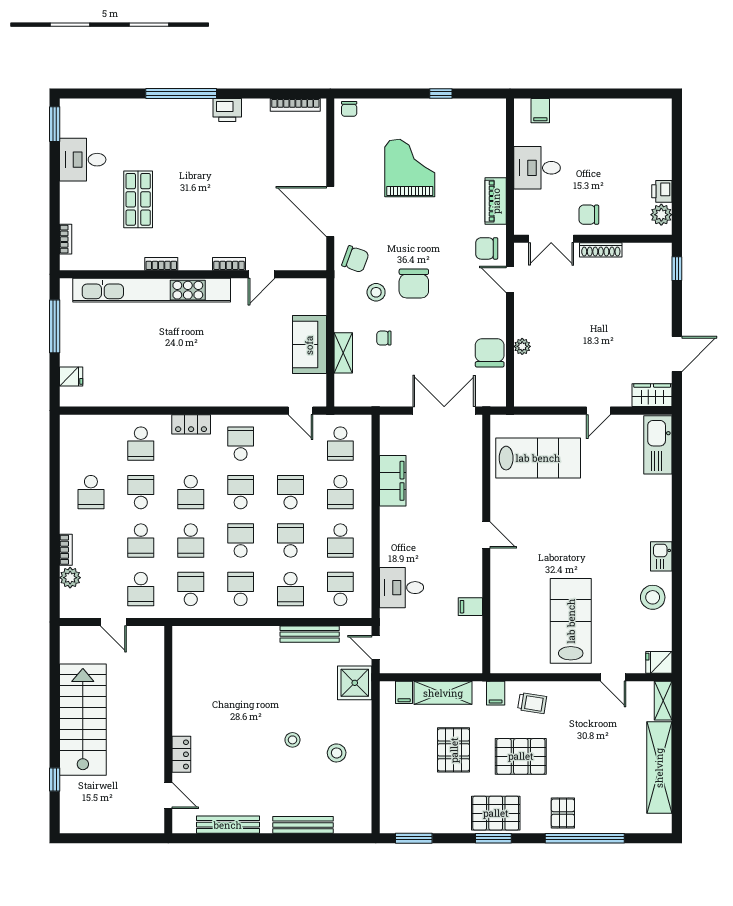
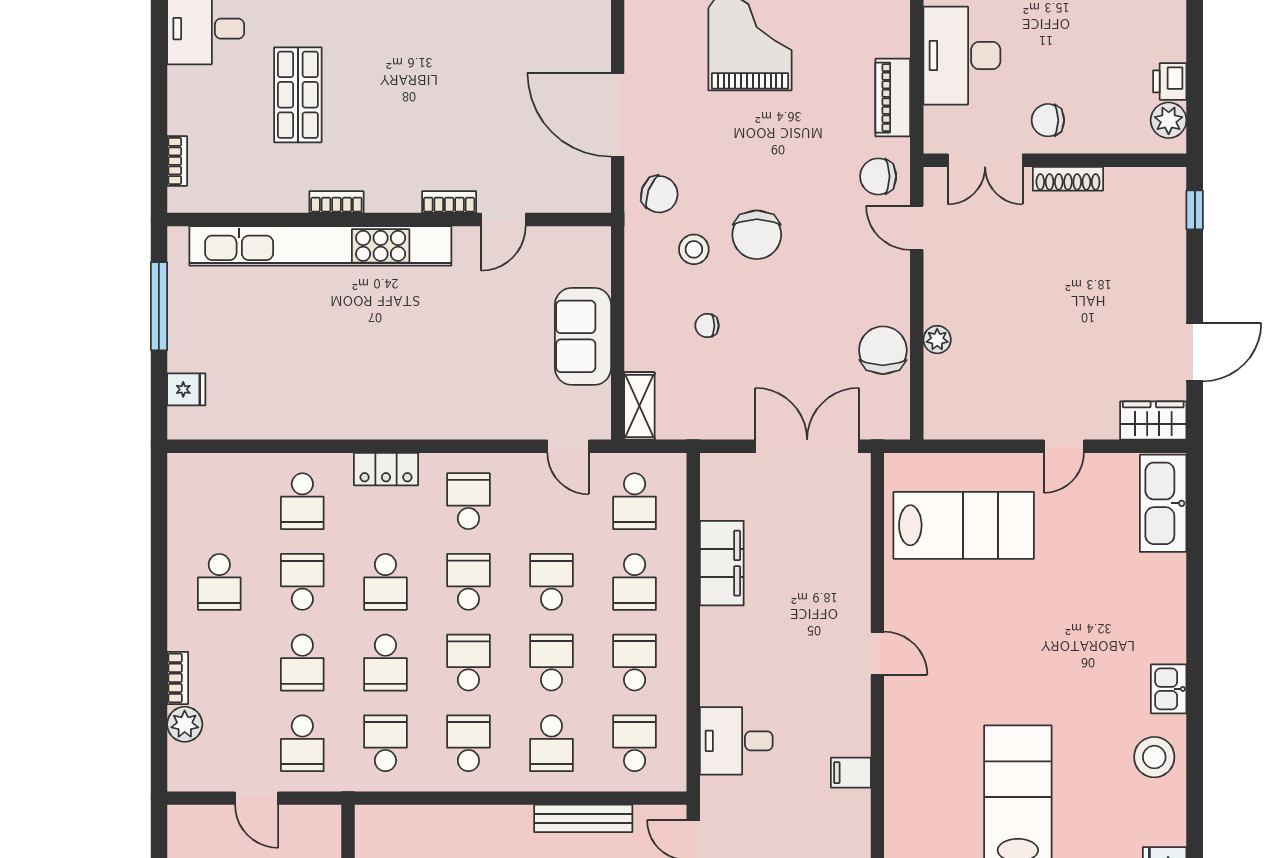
desk: (537, 168) -> (962, 56), width x1.37
shelving: (343, 353) -> (639, 406), moved
school desk: (340, 541) -> (635, 663), turned 180

